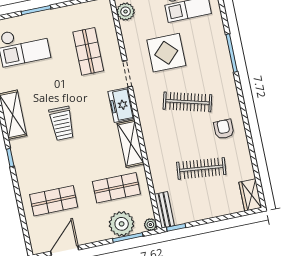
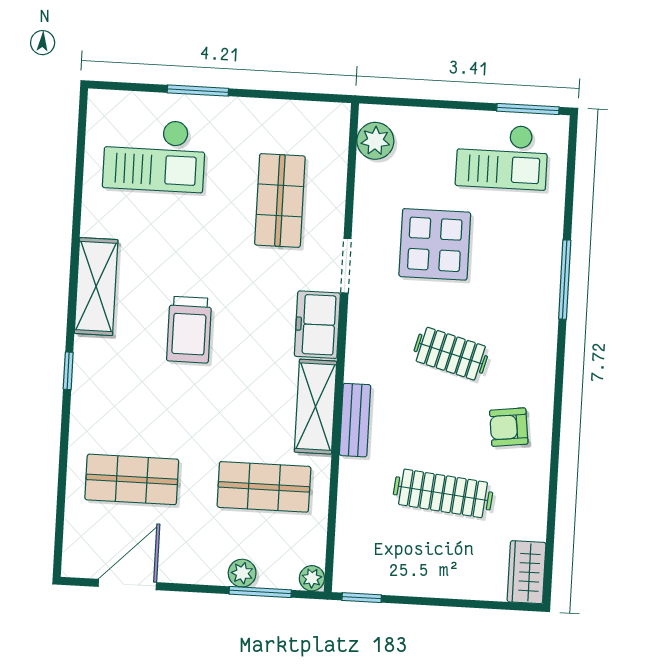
clothes rail: (187, 102) -> (451, 354), width x0.73
armchair: (224, 129) -> (509, 427), turned -97
bench: (164, 210) -> (355, 420), moved
plant: (122, 224) -> (242, 573), width x0.53, depth x0.53

